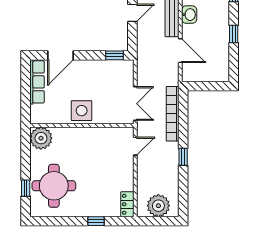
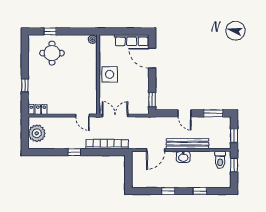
double door: (135, 104) -> (115, 116), swing flipped
plant: (41, 138) -> (93, 39), width x0.53, depth x0.53
round table: (54, 186) -> (52, 53), width x0.73, depth x0.73

